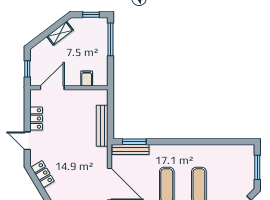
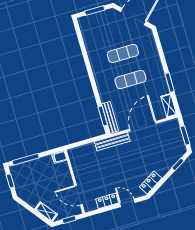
shelving: (60, 33) -> (46, 212), moved
filing cabinet: (87, 78) -> (59, 157), moved
bench: (102, 126) -> (112, 141), moved
door: (27, 141) -> (127, 203), swing flipped

